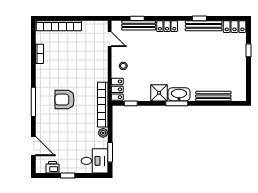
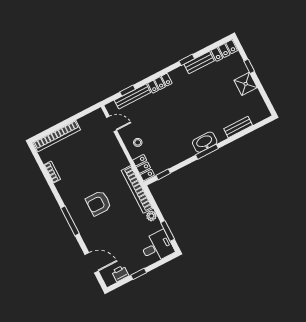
bench: (204, 26) -> (199, 62), width x0.73
shower: (159, 93) -> (246, 84), moved
bench: (213, 96) -> (238, 127), width x0.73

